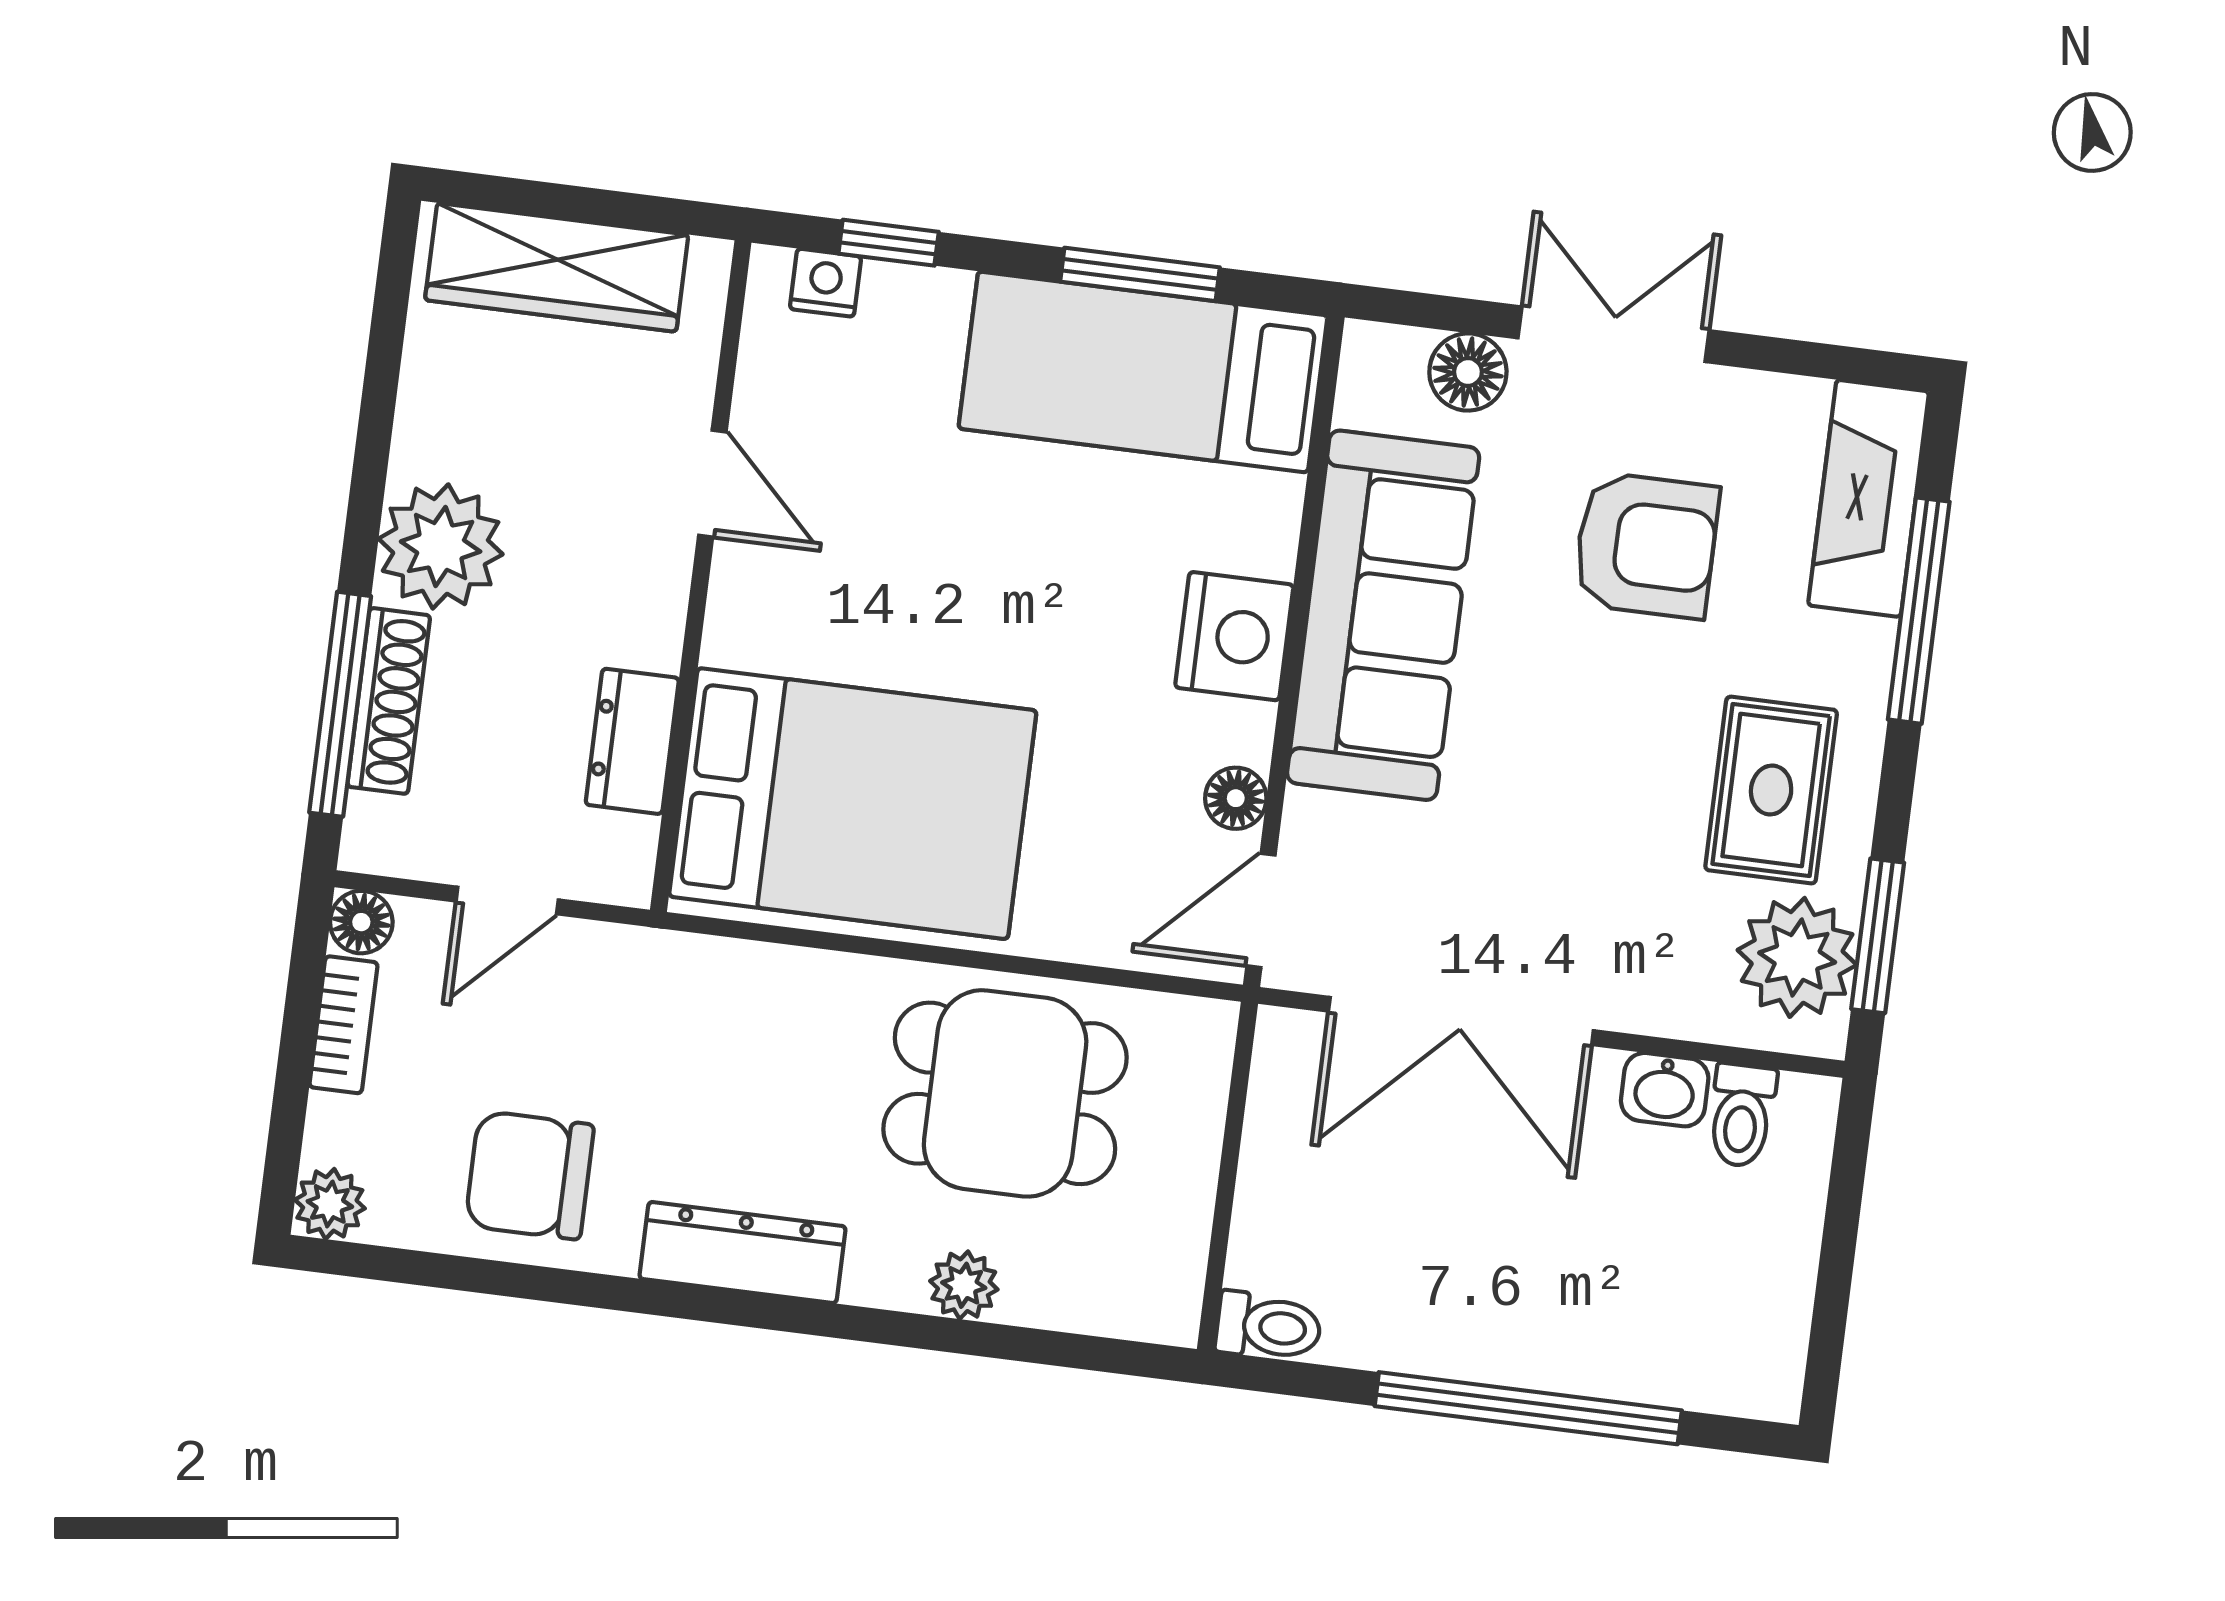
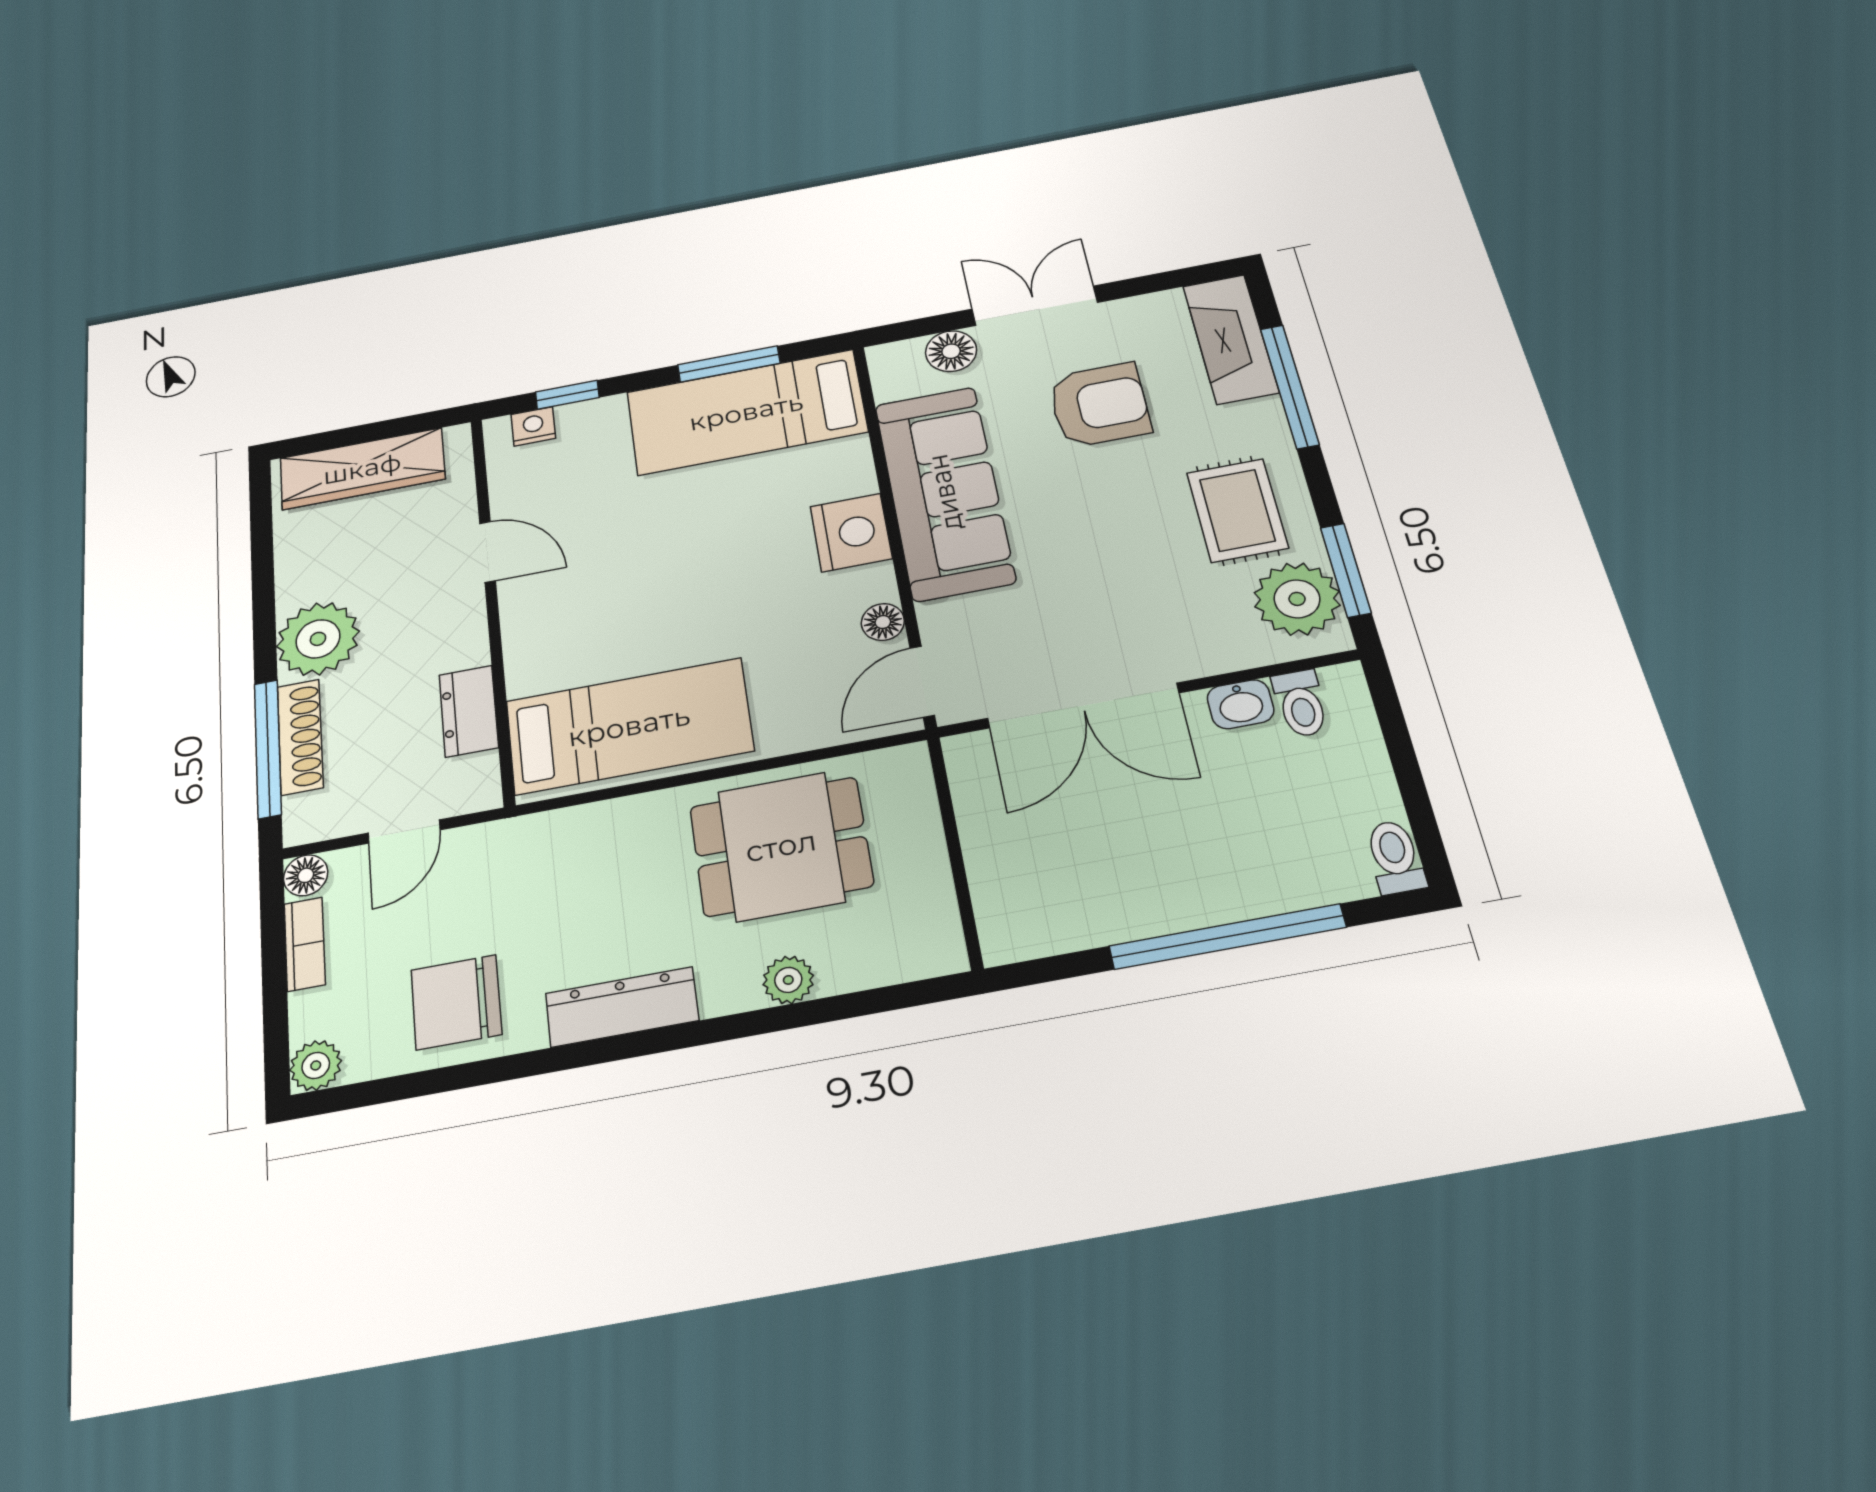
bed: (853, 804) -> (629, 726), width x0.67
toilet: (1268, 1327) -> (1395, 857), moved, turned -90

